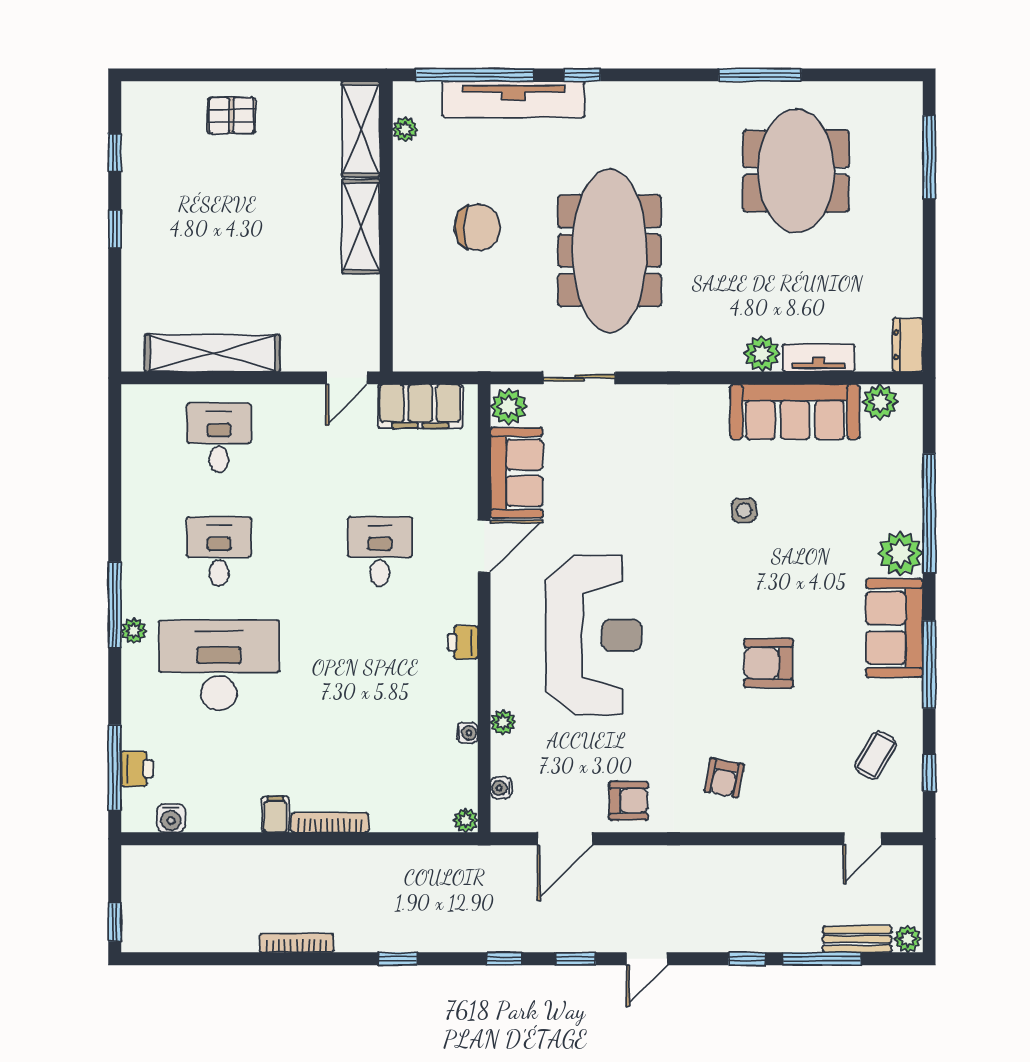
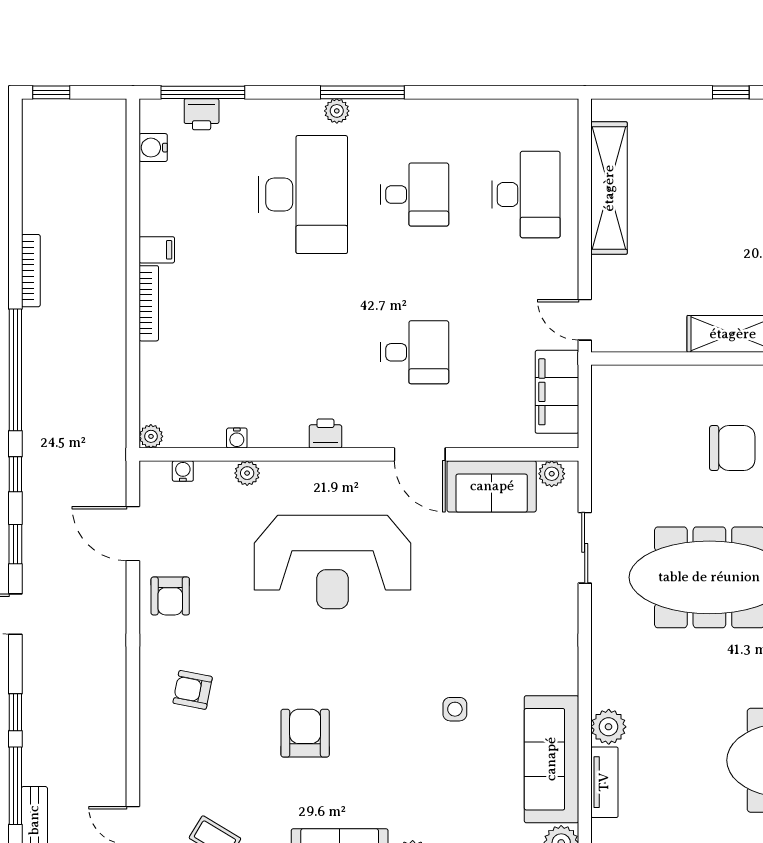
chair: (477, 227) -> (732, 448), turned -90
plant: (509, 407) -> (552, 474), width x0.73, depth x0.73
desk: (219, 438) -> (526, 195), width x1.37
window: (398, 959) -> (15, 370), width x3.17

